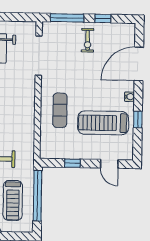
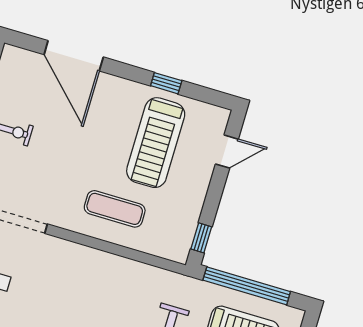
water cooler: (129, 97) -> (124, 87), removed
window: (72, 163) -> (201, 238), moved

